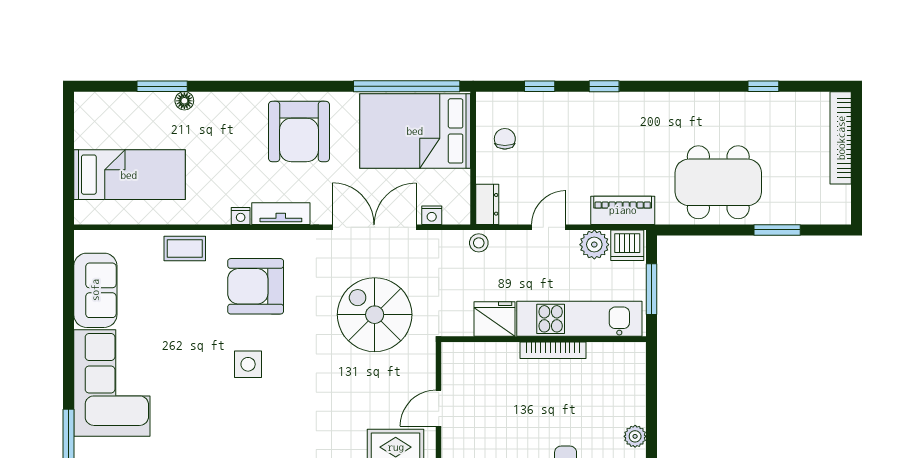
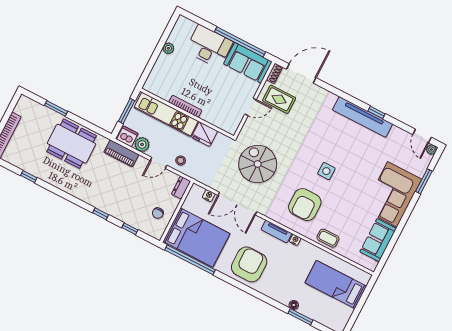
stool: (479, 243) -> (181, 160), moved
armchair: (256, 286) -> (305, 205), turned 90
spiral stairs: (375, 315) -> (258, 164), turned 180

